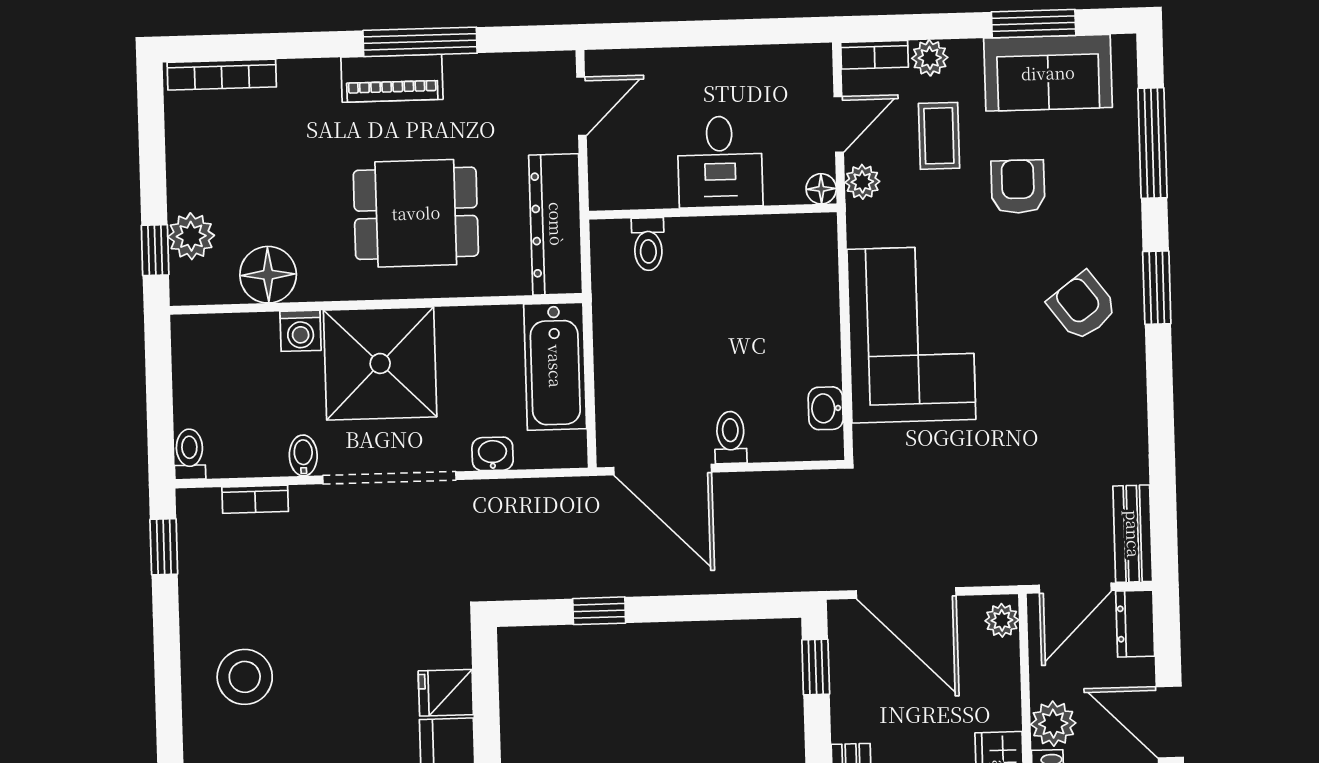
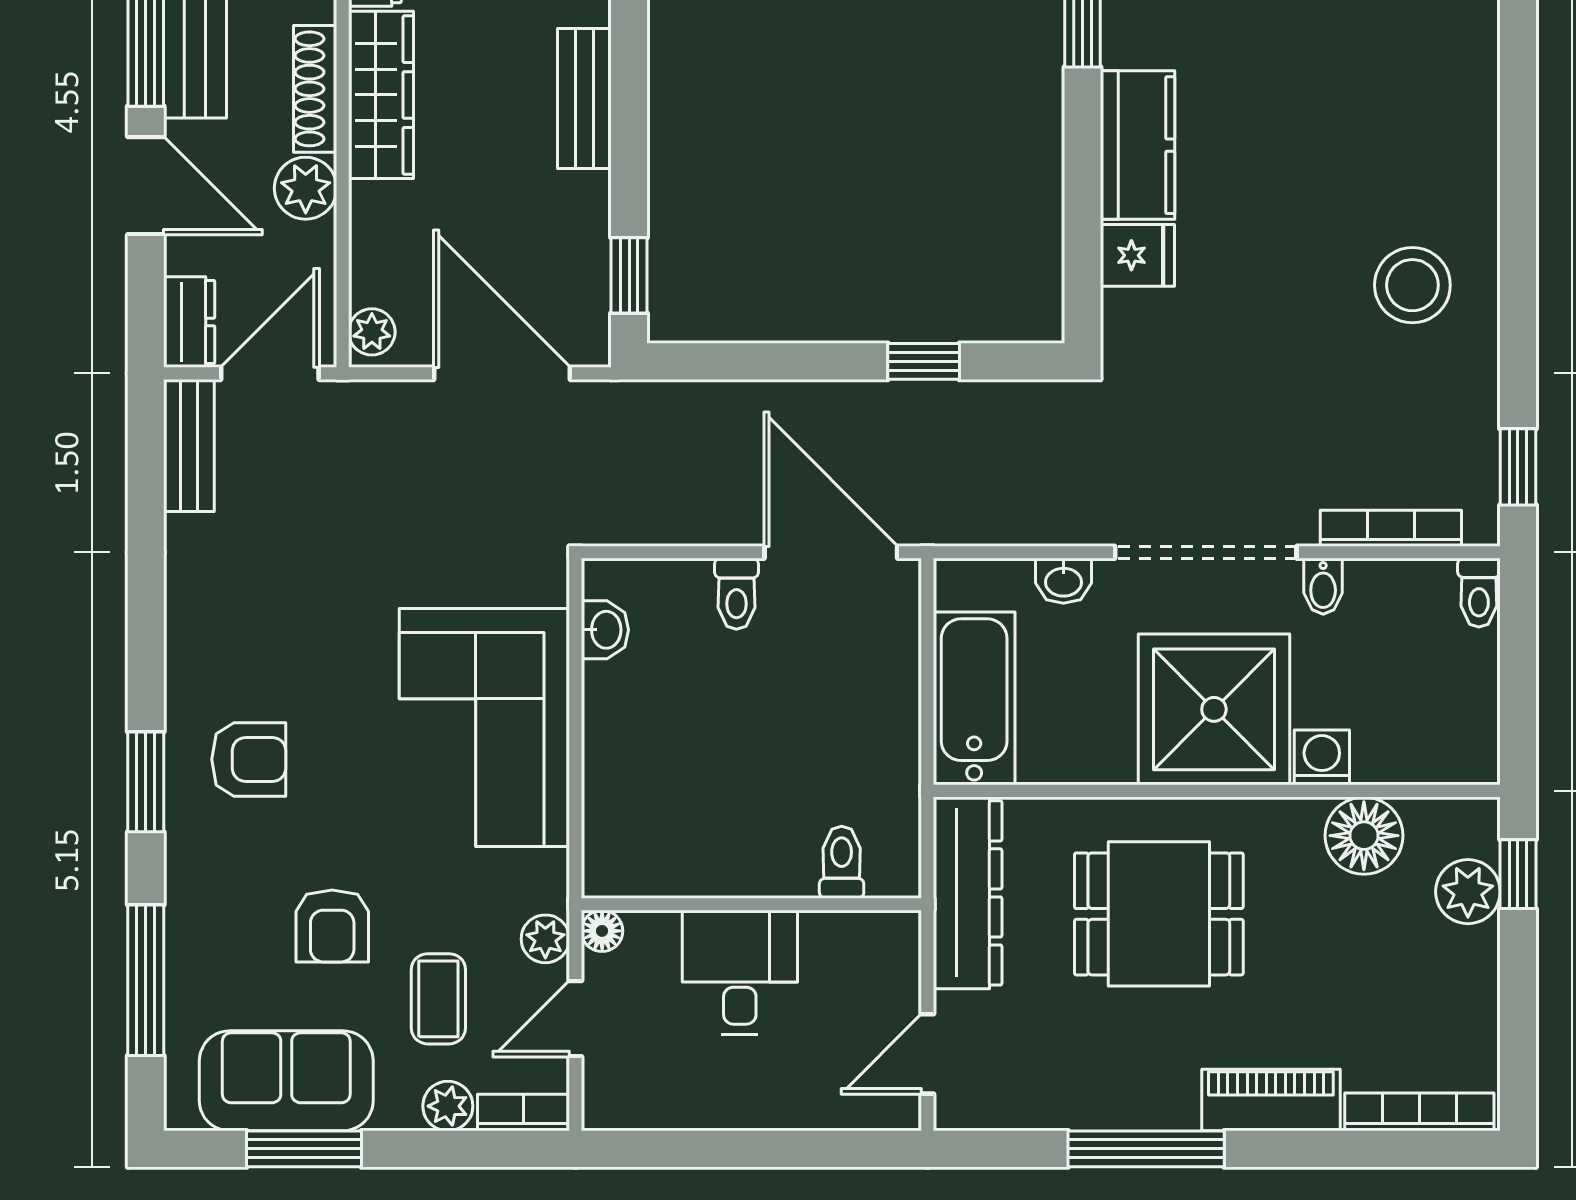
piano: (392, 78) -> (1271, 1100), moved
armchair: (1082, 306) -> (249, 759), turned -53
bookcase: (255, 499) -> (1391, 528), width x1.56

